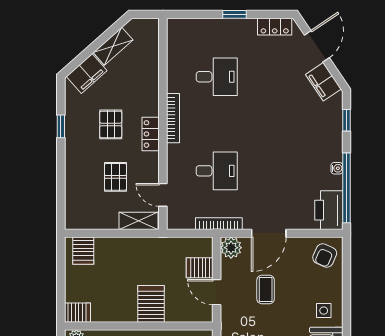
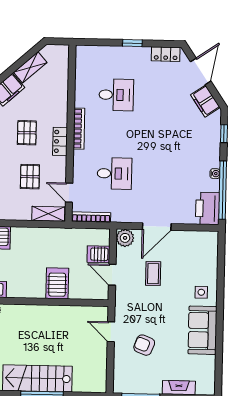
bookcase: (219, 224) -> (91, 217), moved
armchair: (325, 255) -> (203, 246), removed

